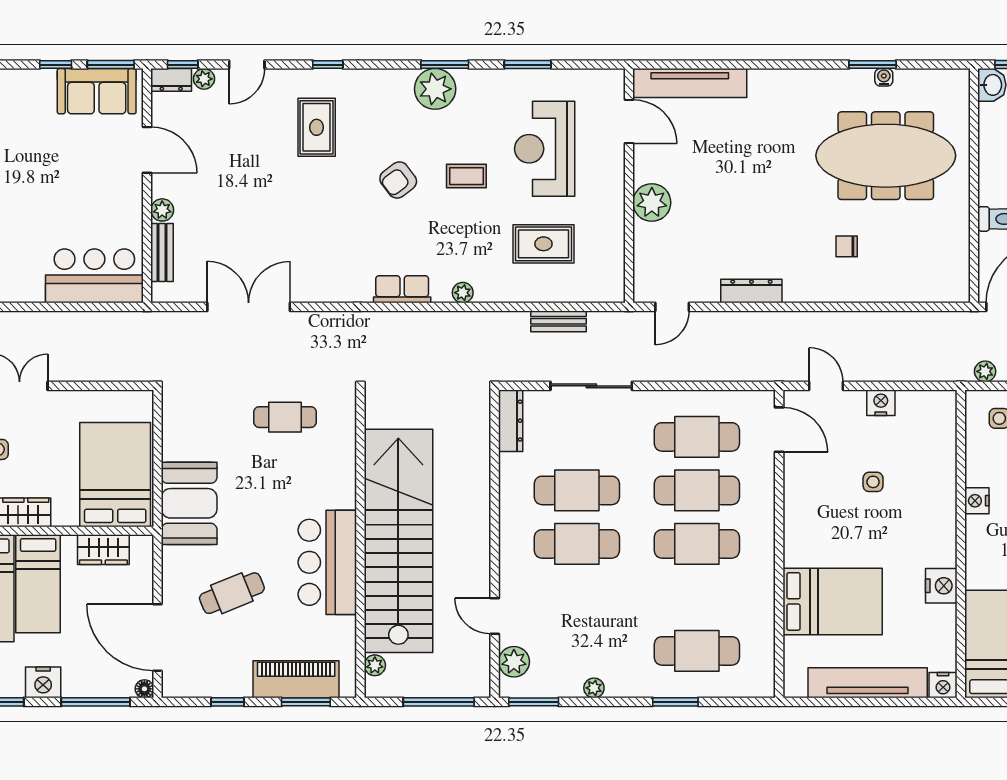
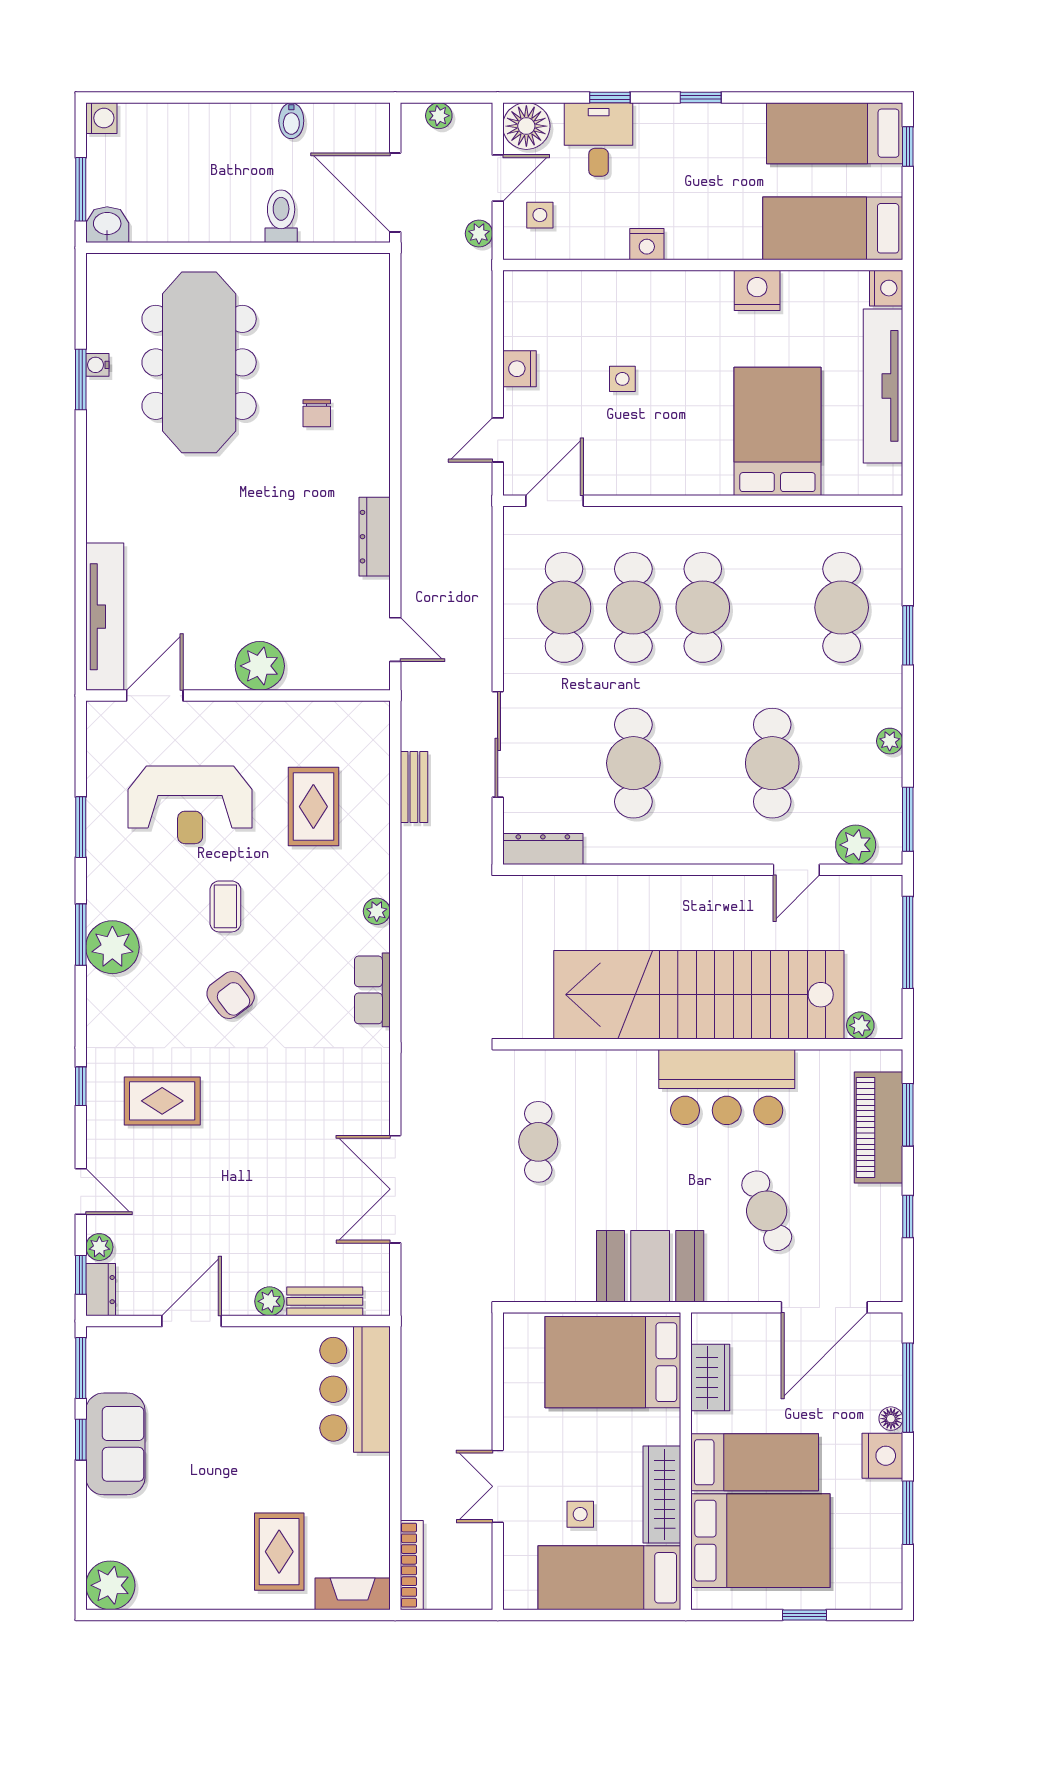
sofa: (97, 91) -> (115, 1444), moved
cafe table: (577, 544) -> (772, 763), moved
floor lamp: (144, 689) -> (891, 1419), moved

